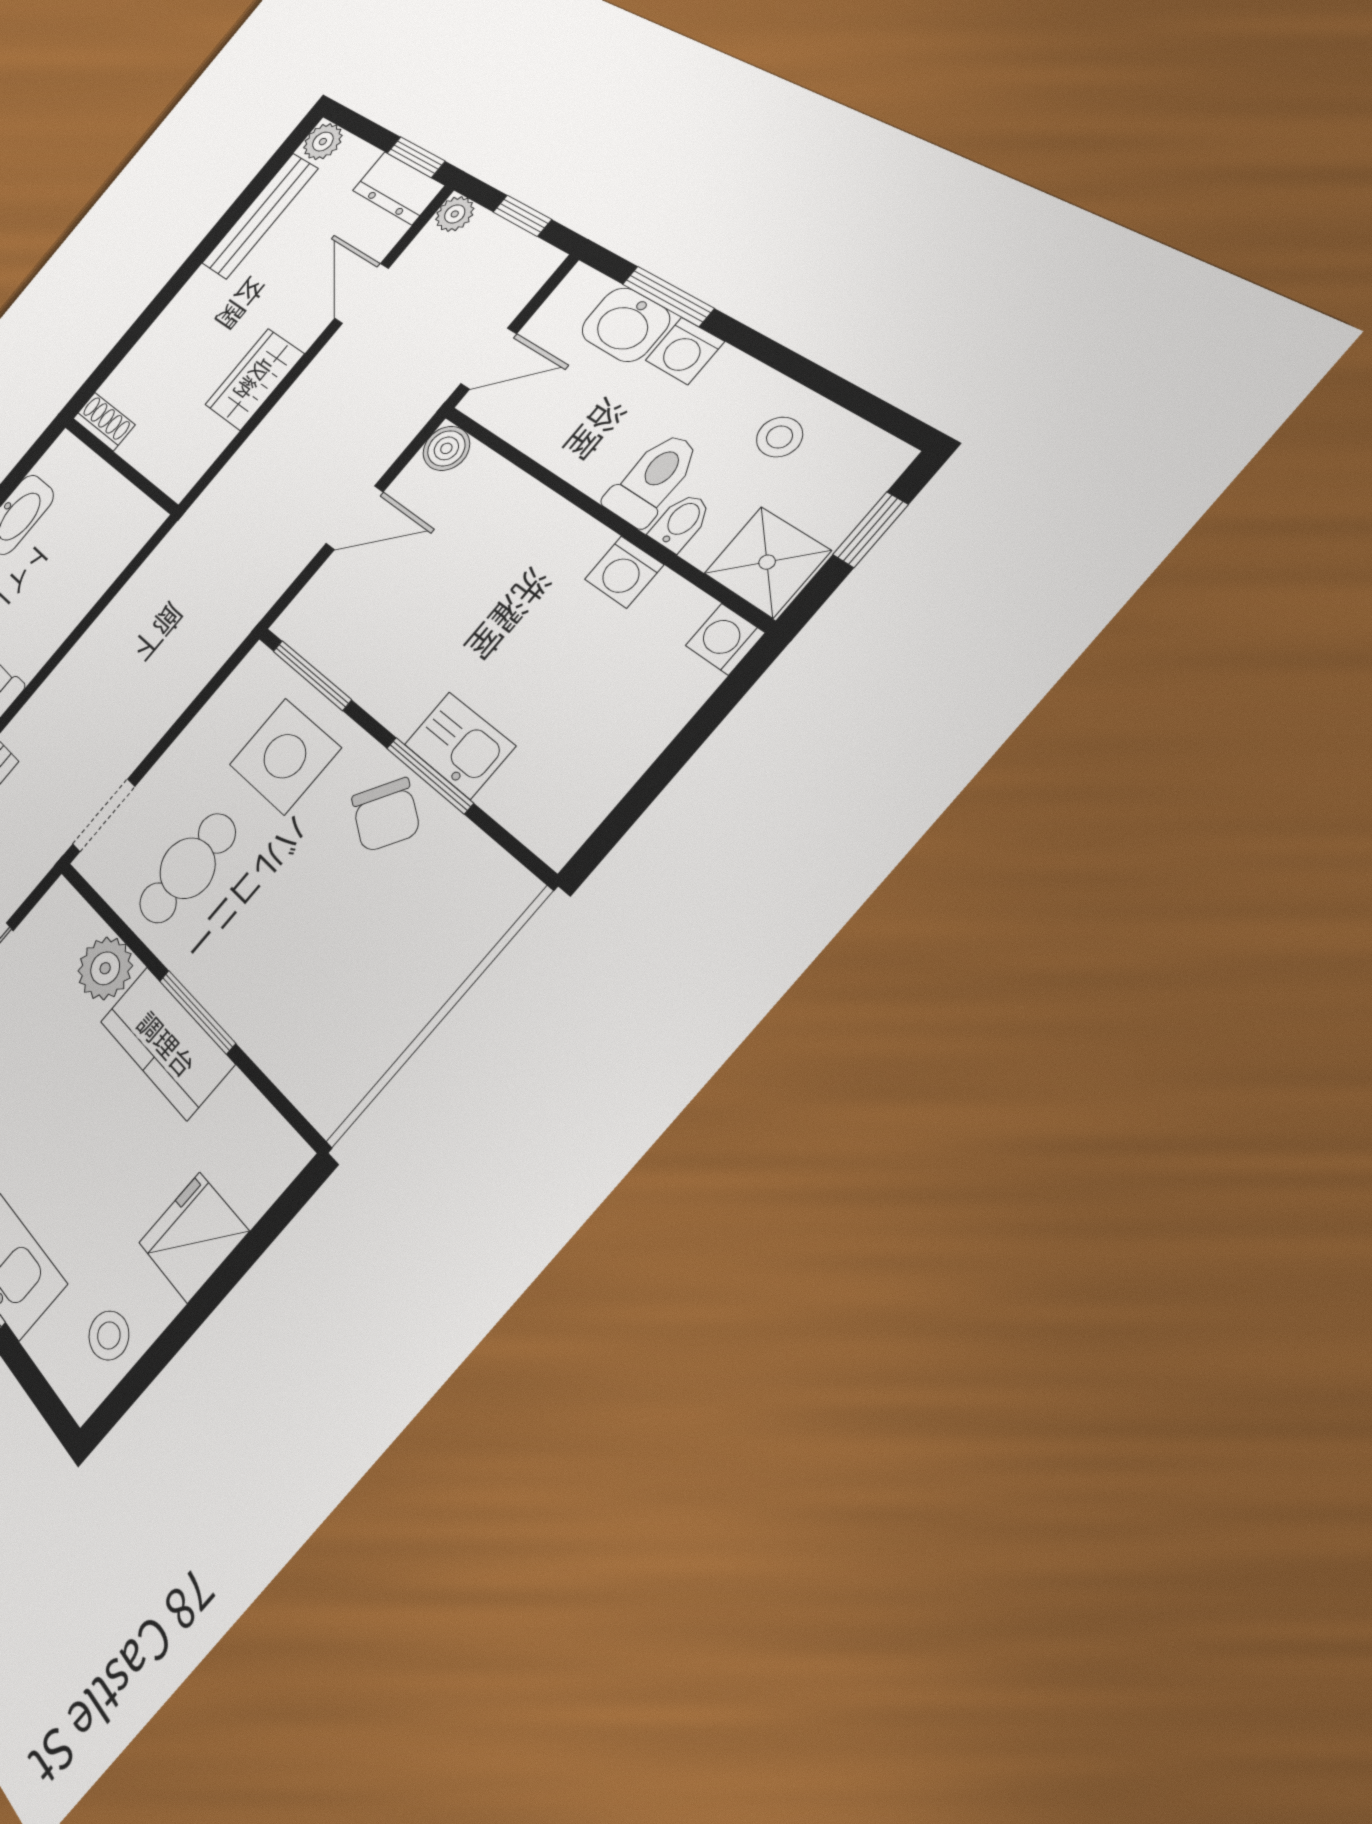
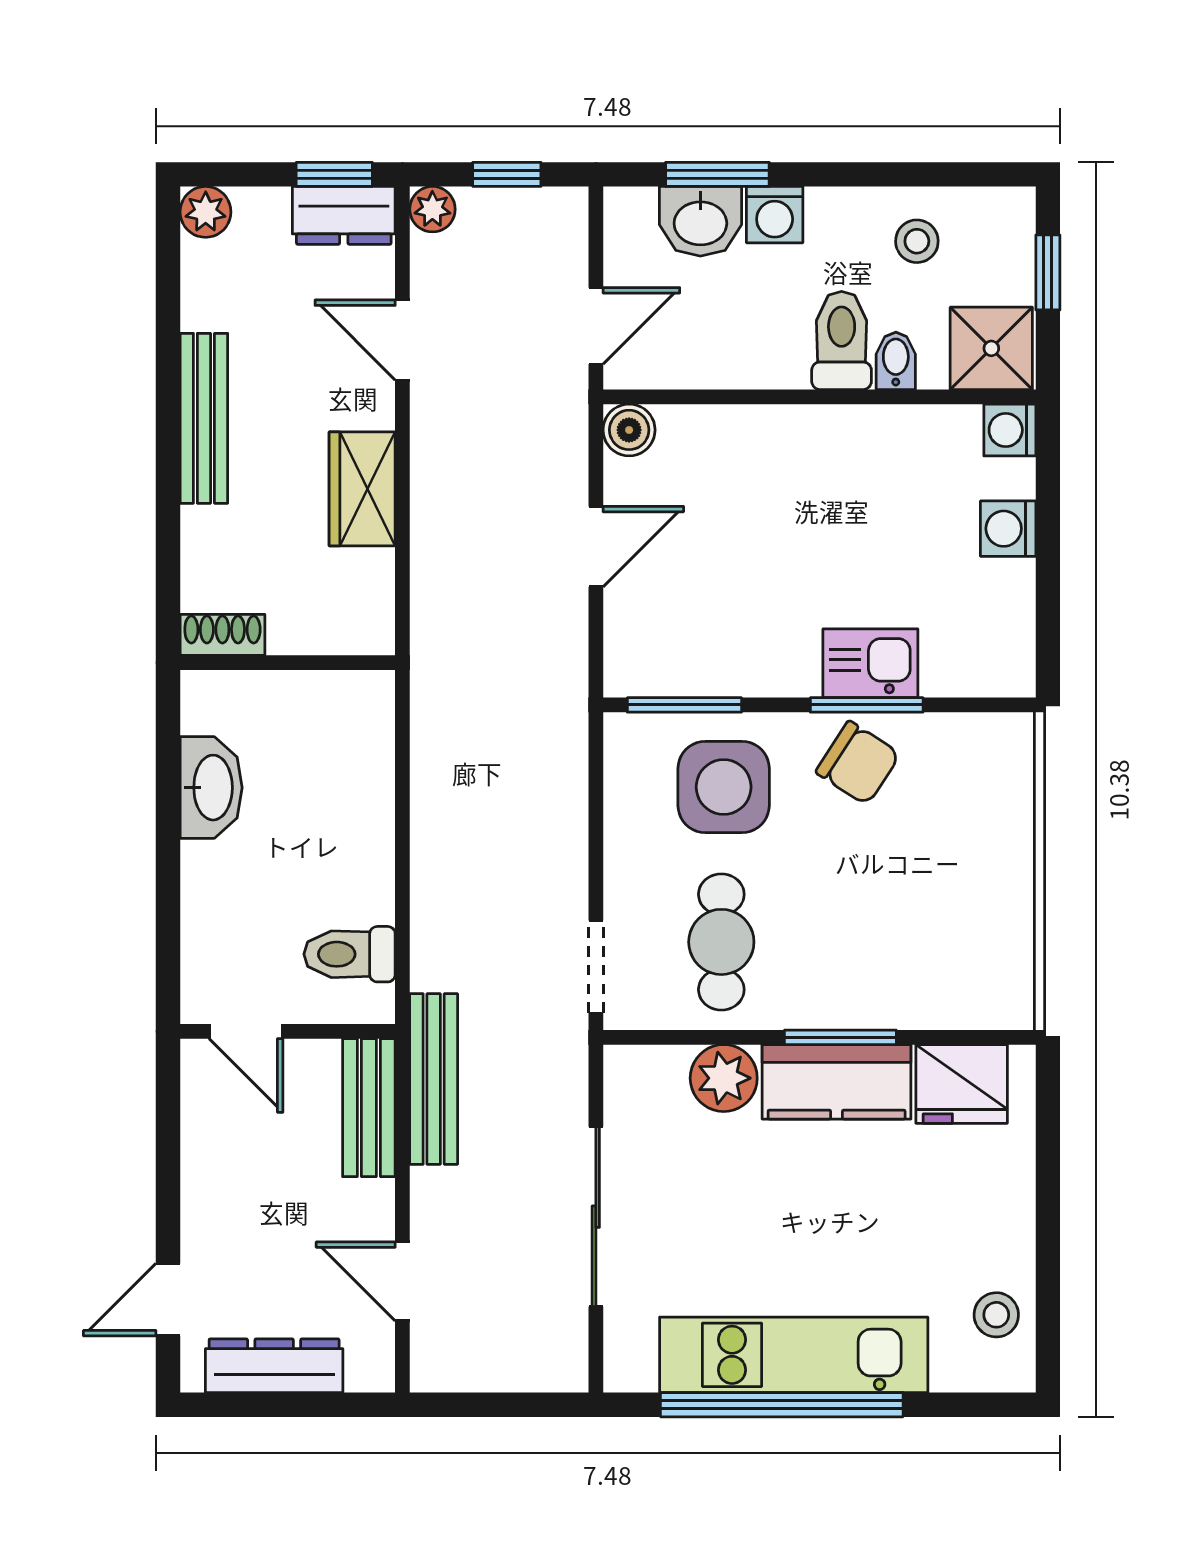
bench: (260, 216) -> (204, 418), moved
washing machine: (624, 572) -> (1008, 529), moved, turned 90
fridge: (194, 1237) -> (962, 1084), moved, turned -90

